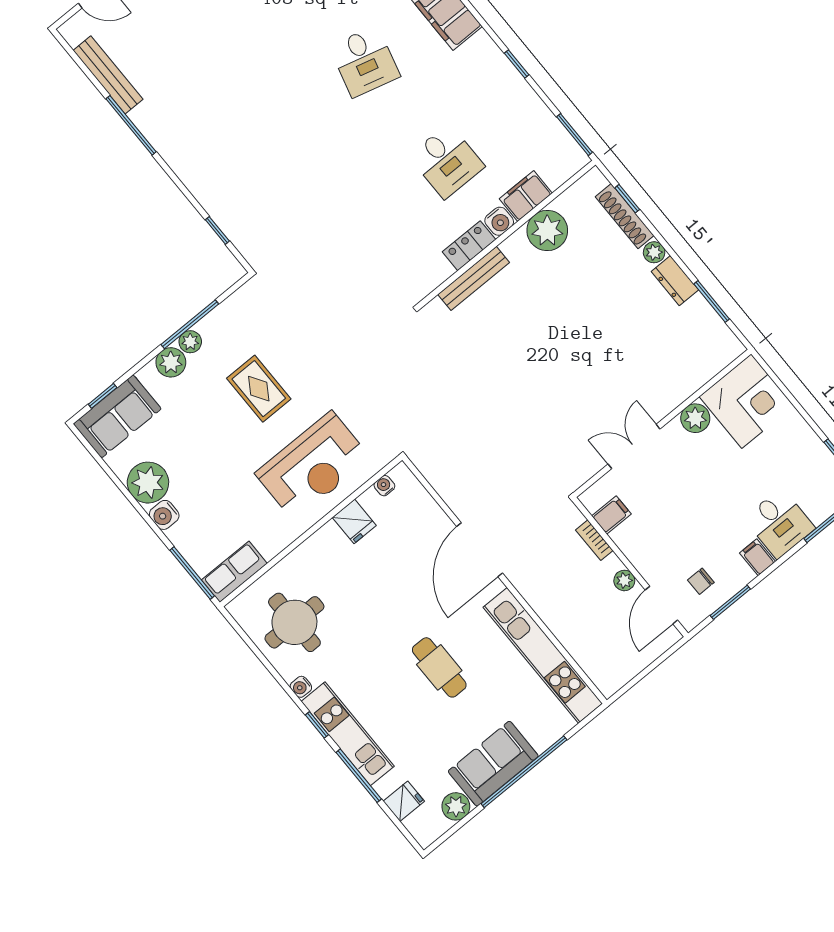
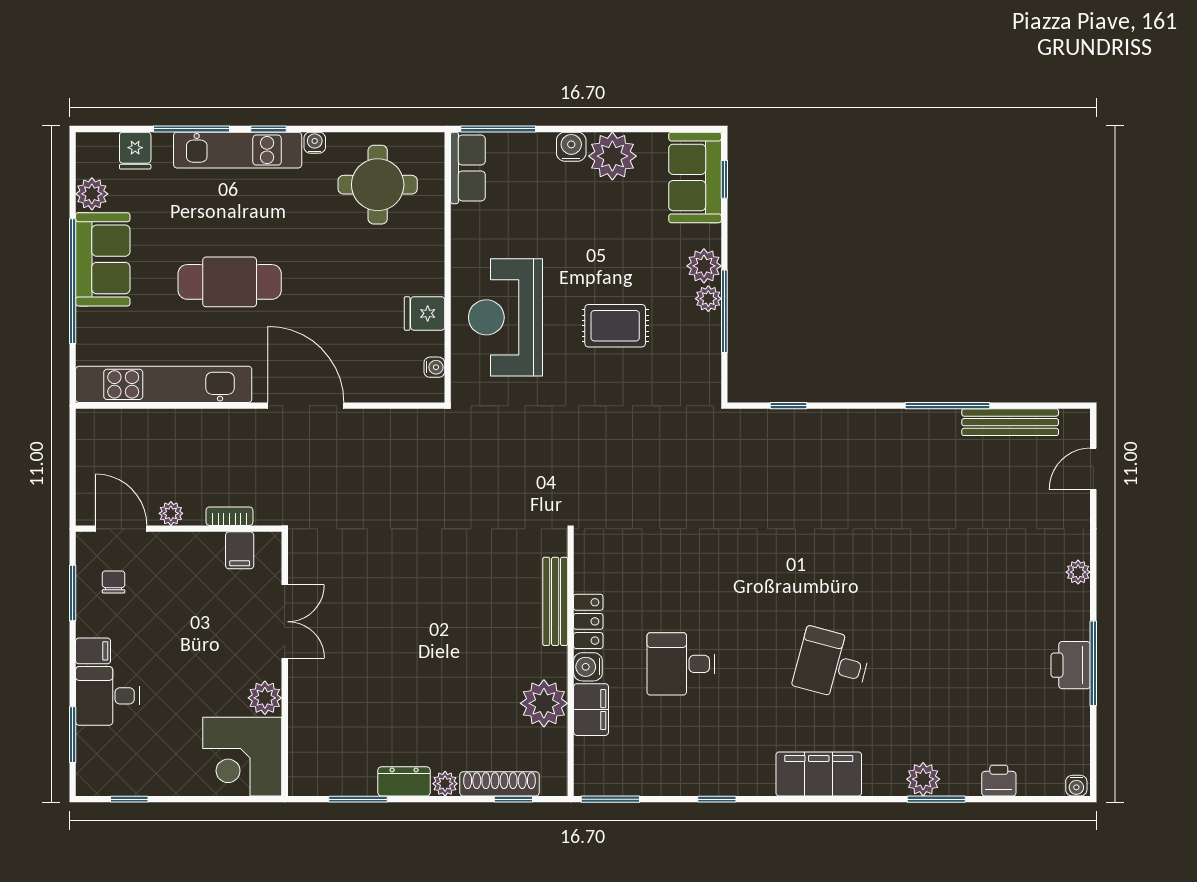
cafe table: (439, 667) -> (230, 282), width x1.37, depth x1.35

